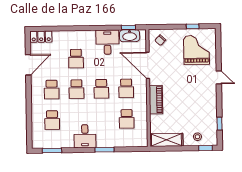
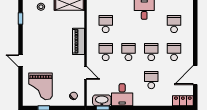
door: (148, 65) -> (85, 73), width x0.53

